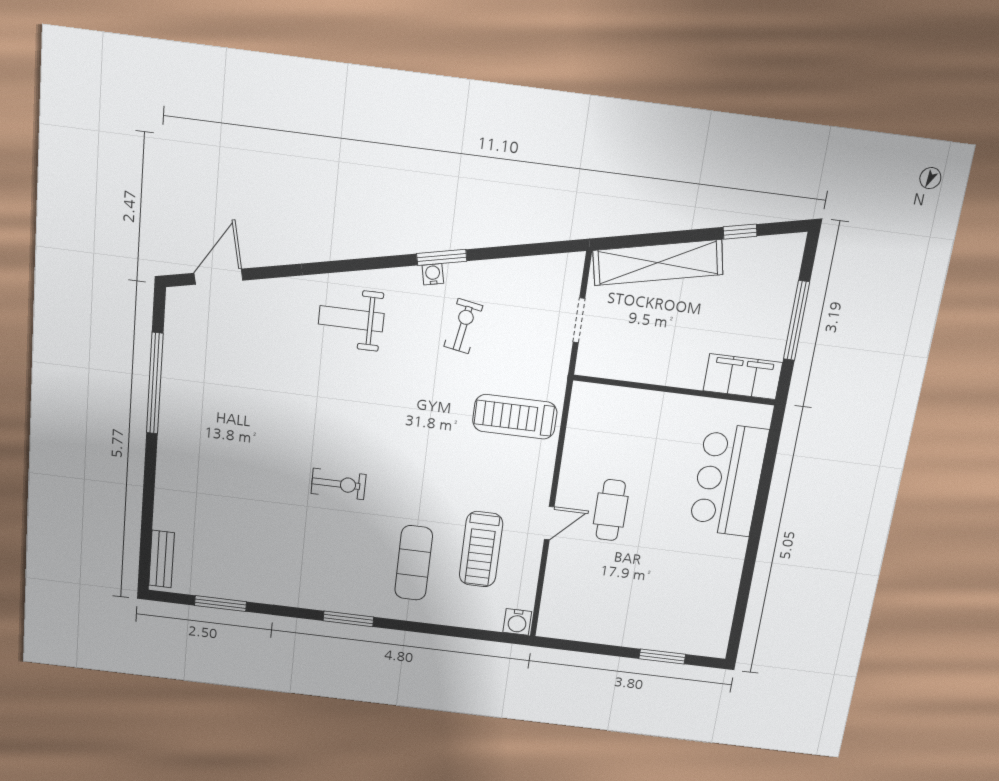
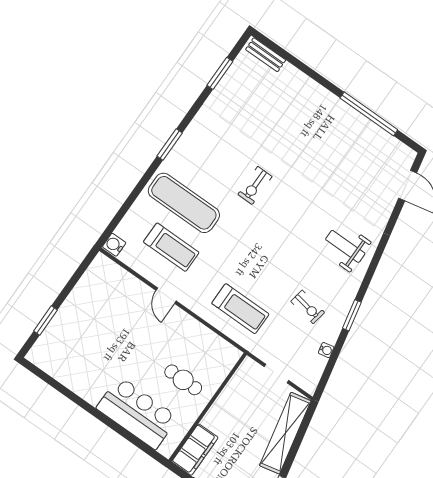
water cooler: (433, 274) -> (326, 350), moved
weight bench: (351, 319) -> (345, 246), turned -90
treadmill: (515, 417) -> (240, 309), turned 90
cafe table: (611, 510) -> (183, 380), moved
treadmill: (481, 549) -> (171, 247), turned 180
exercise mat: (414, 563) -> (184, 203), width x1.36, depth x1.45

